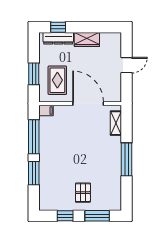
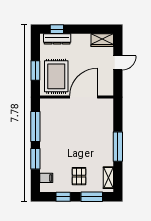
wardrobe: (87, 40) -> (102, 40), moved
rug: (57, 80) -> (56, 76), width x1.36, depth x1.43
door: (88, 104) -> (84, 97), hinge flipped
filing cabinet: (46, 111) -> (46, 178), moved
shelving: (116, 123) -> (108, 178), moved

